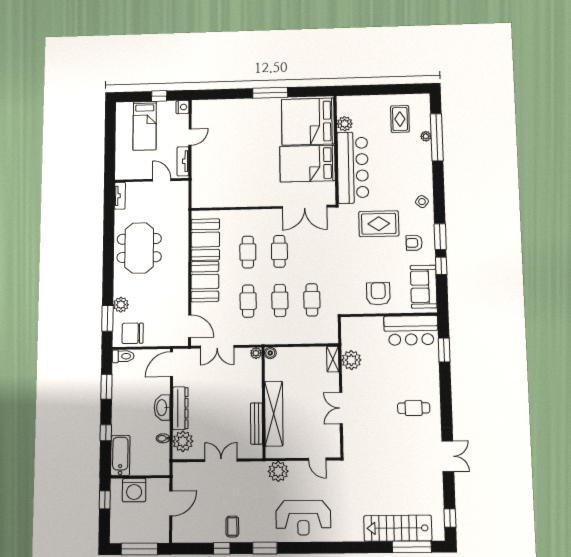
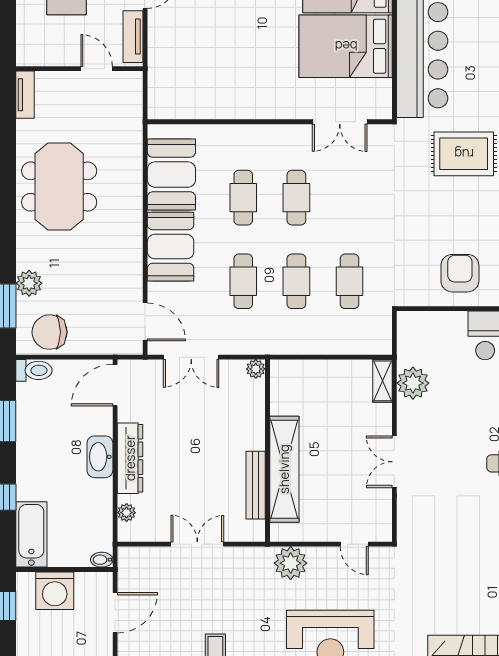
double door: (305, 207) -> (340, 122), width x0.73
boiler: (270, 353) -> (279, 369), removed
bidet: (163, 438) -> (102, 560), moved
plant: (183, 441) -> (127, 513), width x0.53, depth x0.53

